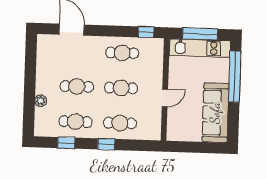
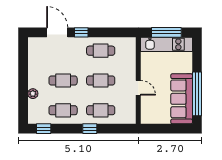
window: (146, 32) -> (81, 32), moved
window: (235, 77) -> (197, 94), moved
door: (165, 98) -> (138, 88), hinge flipped
window: (66, 143) -> (44, 129), moved

